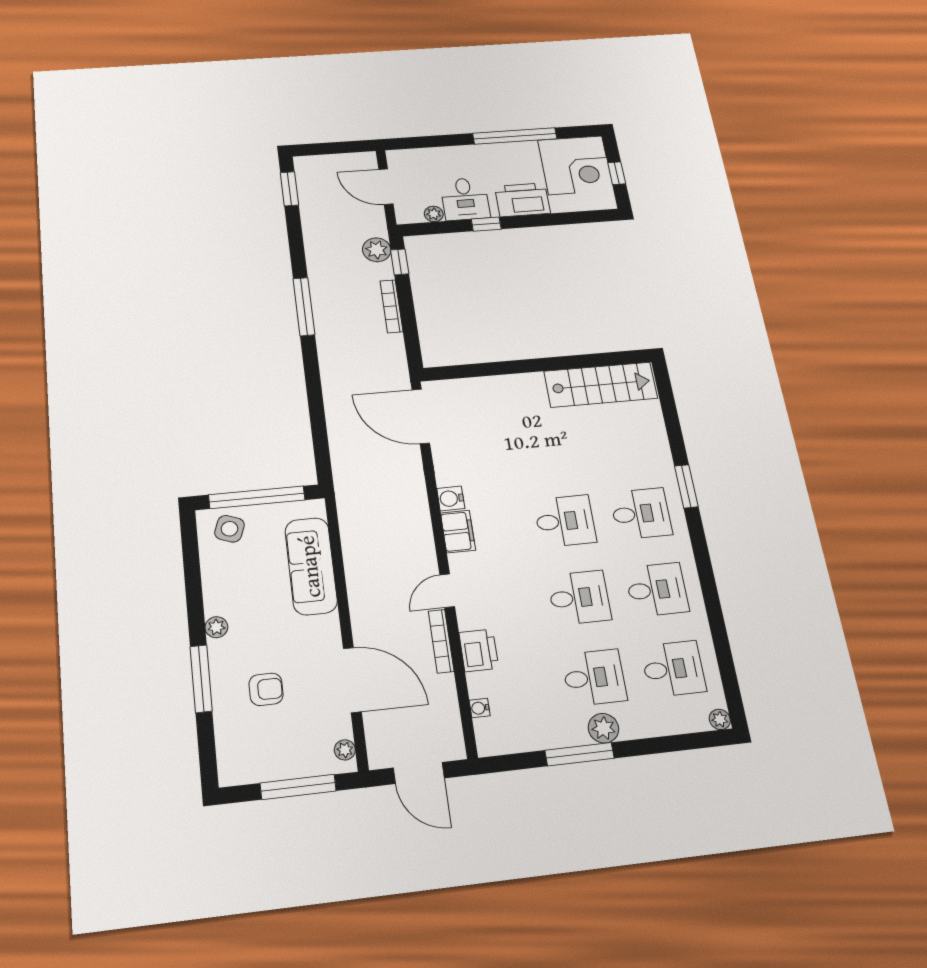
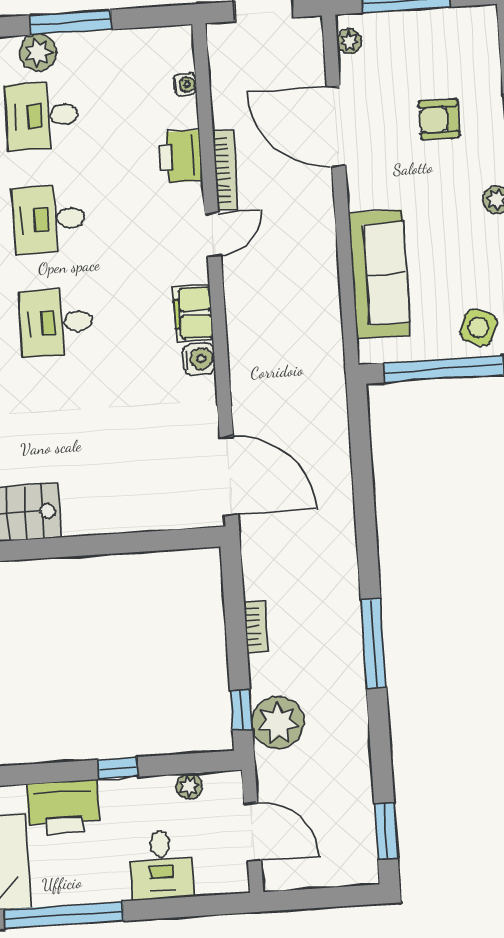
desk: (465, 199) -> (161, 865), moved, turned 180
plant: (377, 250) -> (278, 723), width x1.36, depth x1.36
bookcase: (391, 306) -> (256, 627), width x0.64

